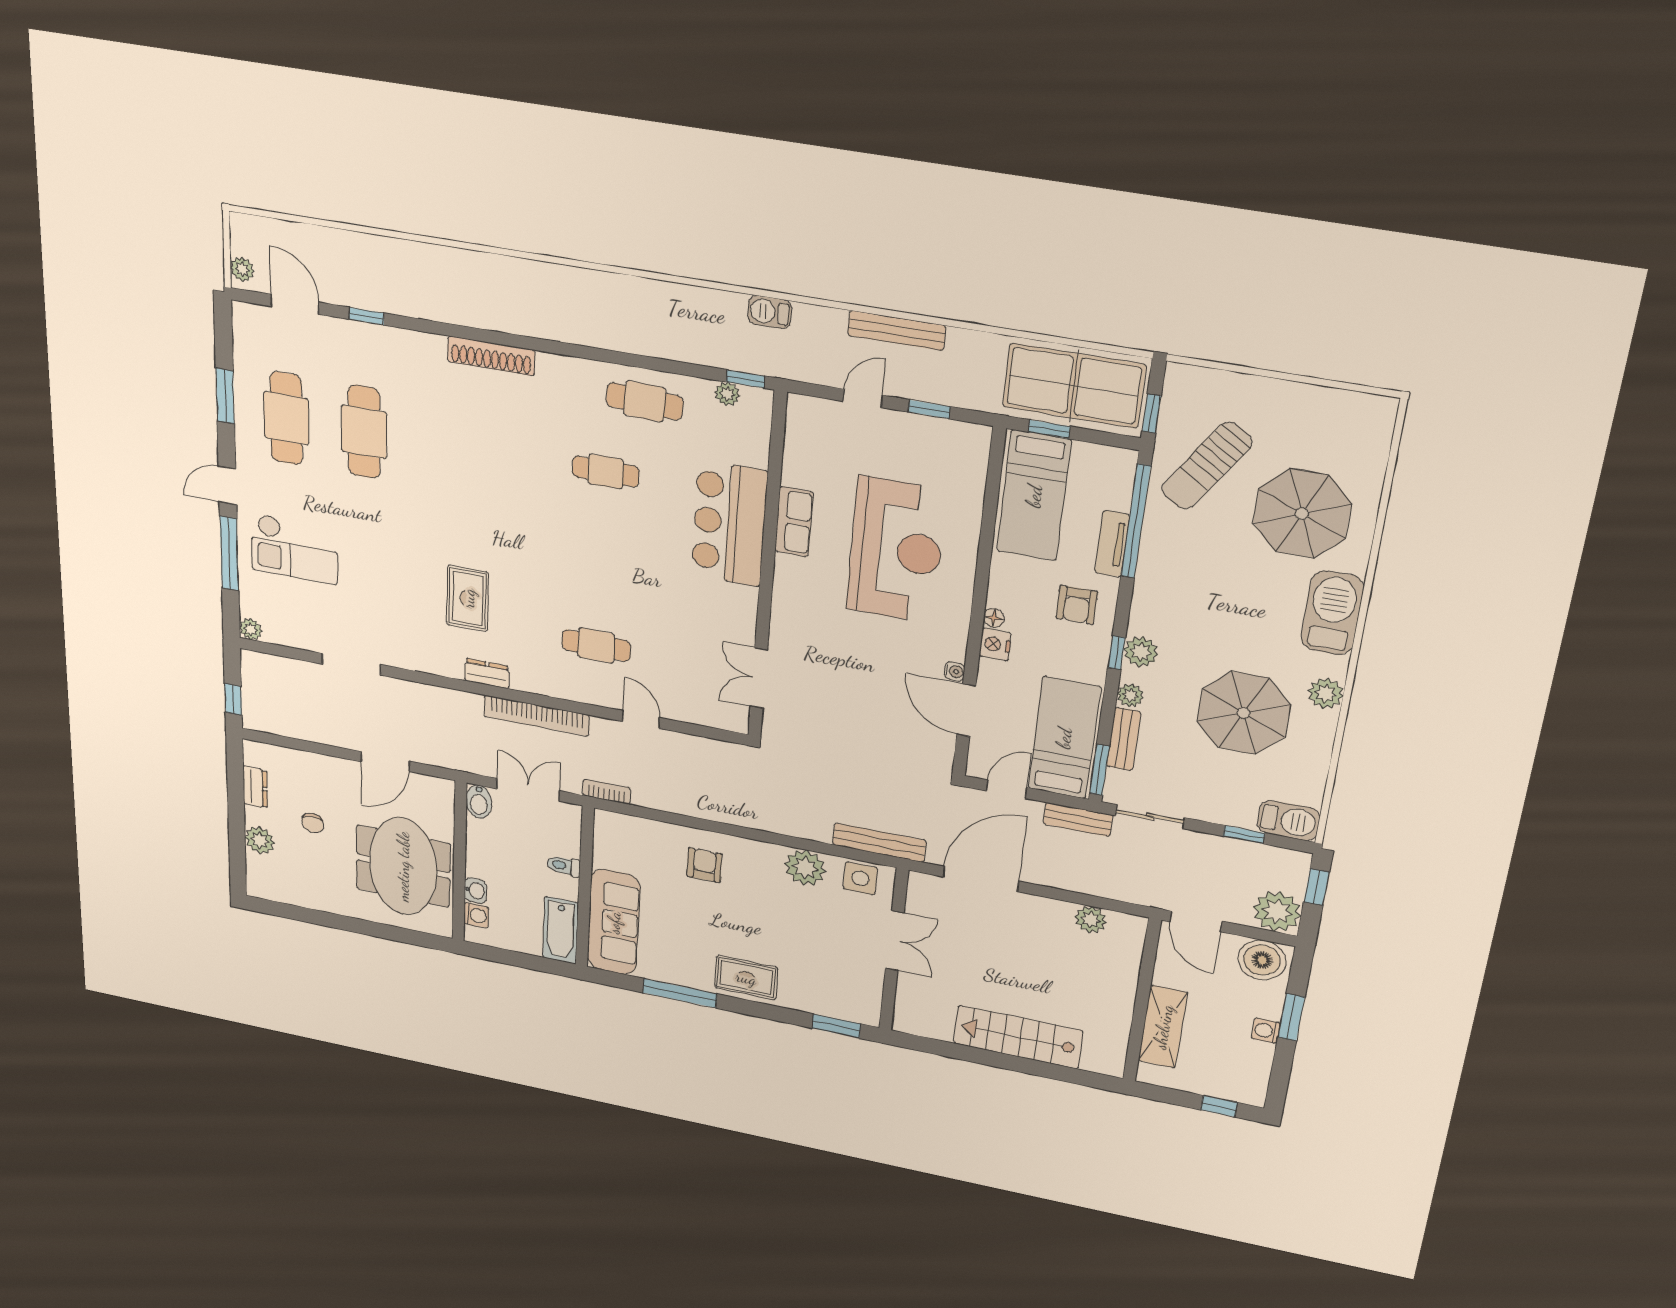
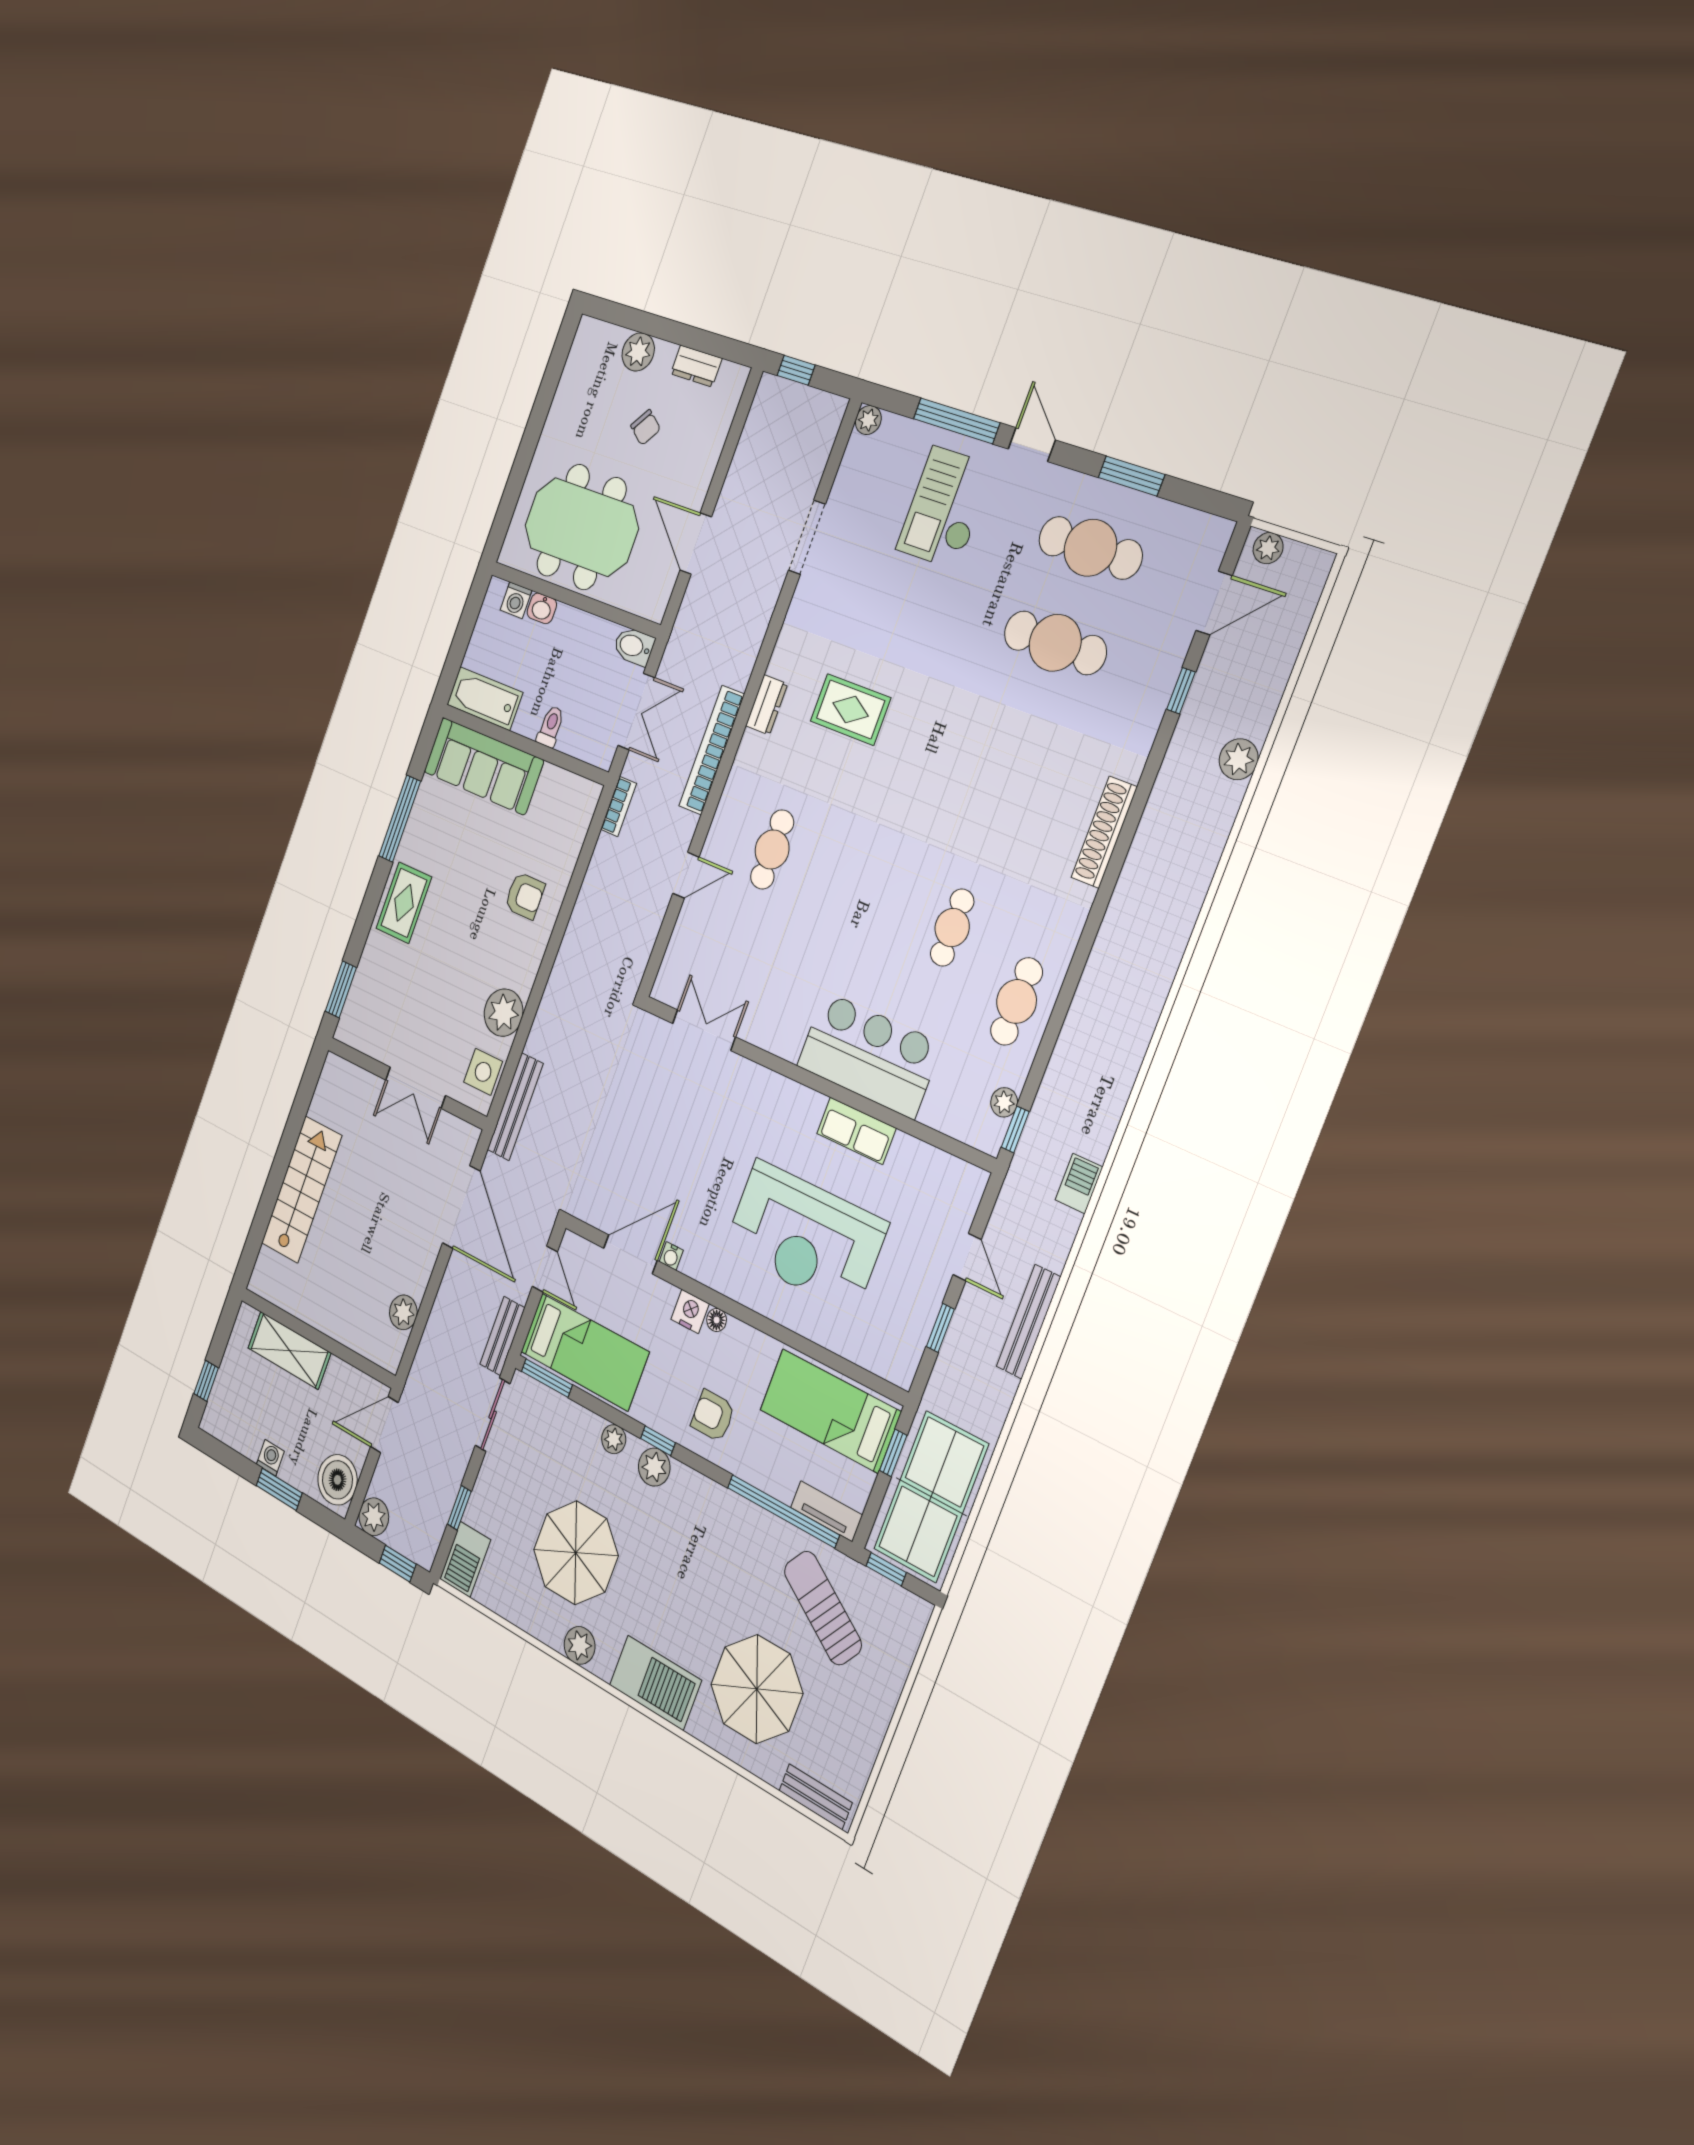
plant: (401, 255) -> (1239, 759), added
tv unit: (1112, 544) -> (826, 1511), moved
bench: (1124, 739) -> (816, 1797), moved
chair: (313, 823) -> (646, 427), turned -144
plant: (1277, 912) -> (374, 1517), width x0.73, depth x0.73

